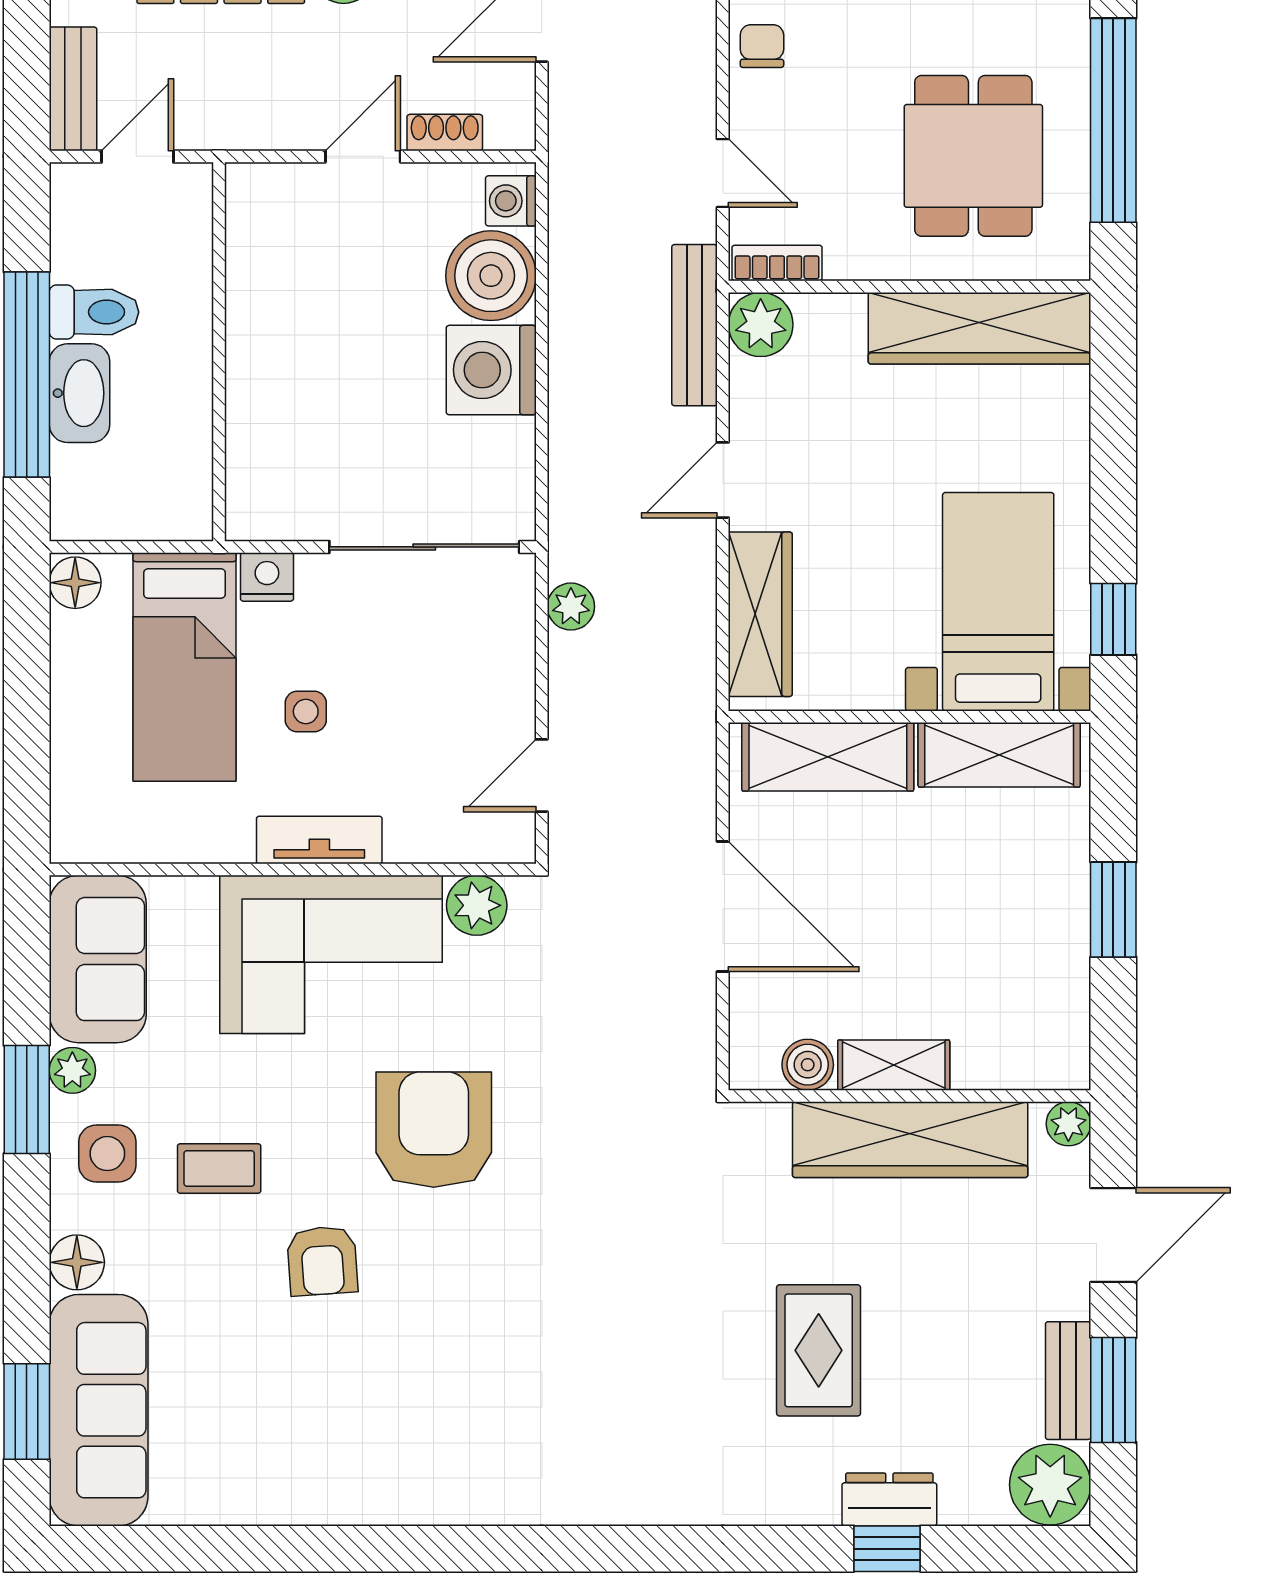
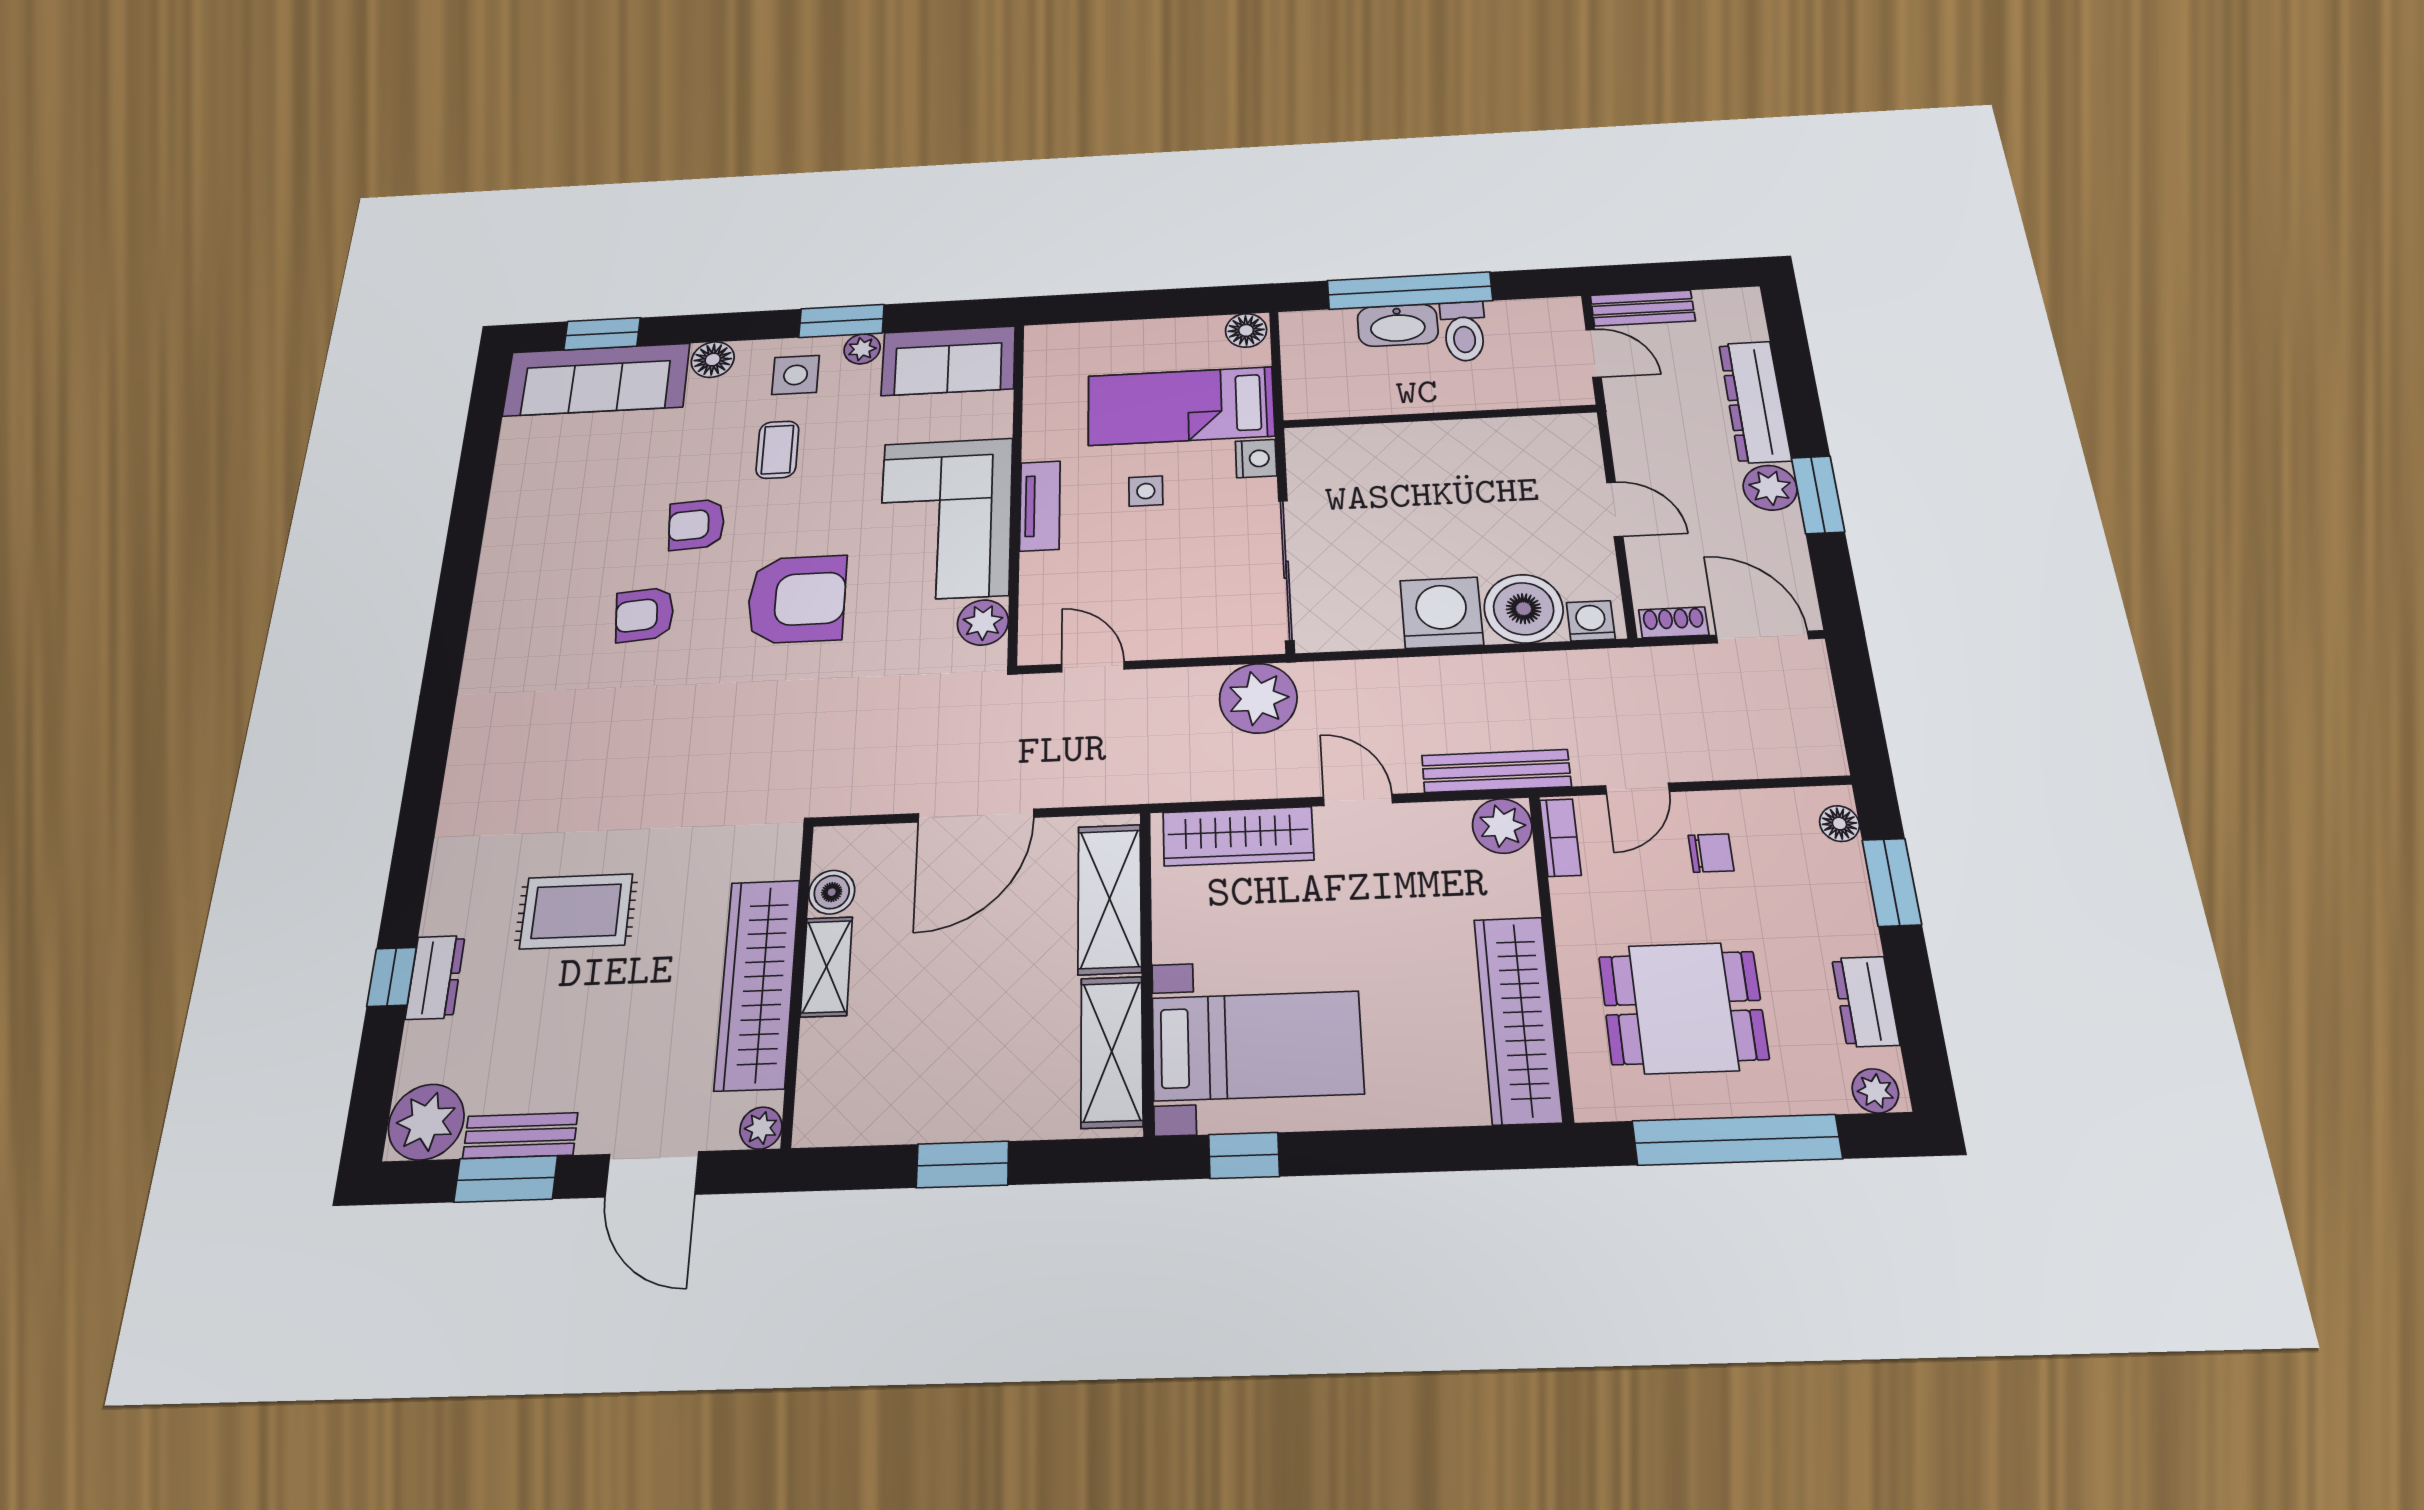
chair: (762, 46) -> (1711, 853), moved
shoe rack: (445, 133) -> (1674, 622), moved, turned -90
plant: (571, 607) -> (1258, 698), width x1.87, depth x1.87
armchair: (445, 1312) -> (645, 615), added

